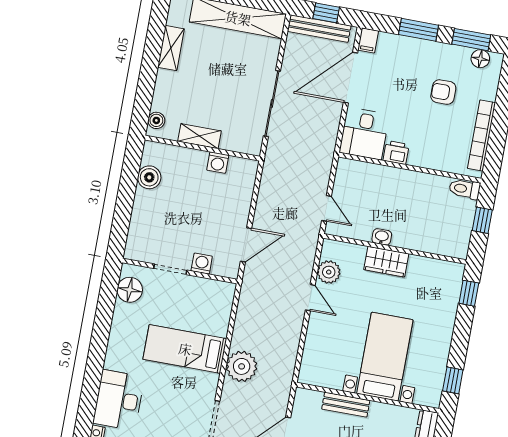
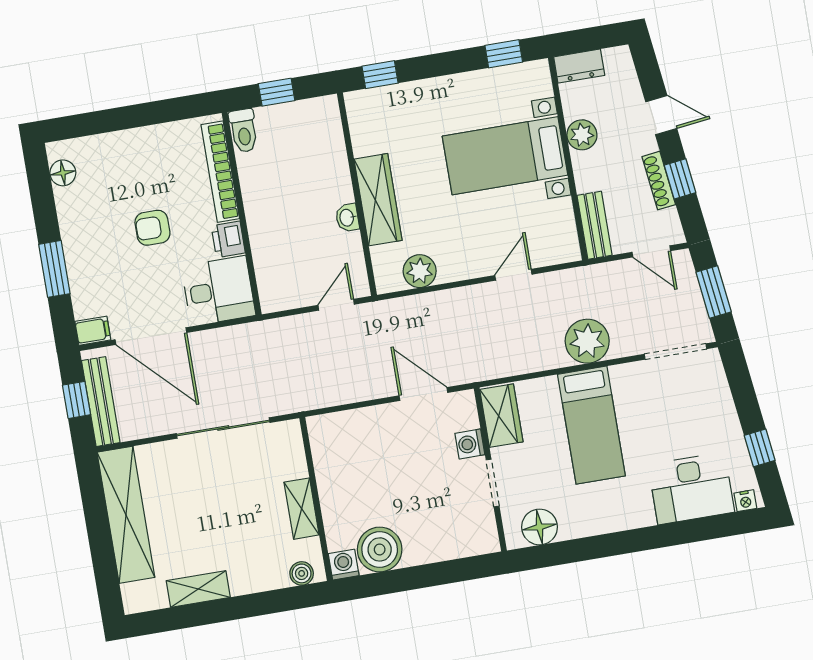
window: (471, 40) -> (42, 194), removed
armchair: (443, 92) -> (152, 228), moved, turned 90
bookcase: (481, 136) -> (220, 172), moved, turned 90
washing machine: (218, 163) -> (344, 565), moved, turned -90
boiler: (149, 177) -> (380, 549), width x1.37, depth x1.37
wardrobe: (386, 262) -> (378, 200), width x1.50
wardrobe: (213, 291) -> (501, 416), added
door: (310, 298) -> (513, 275), moved
bench: (346, 405) -> (595, 225), moved
plant: (380, 413) -> (582, 135), added

